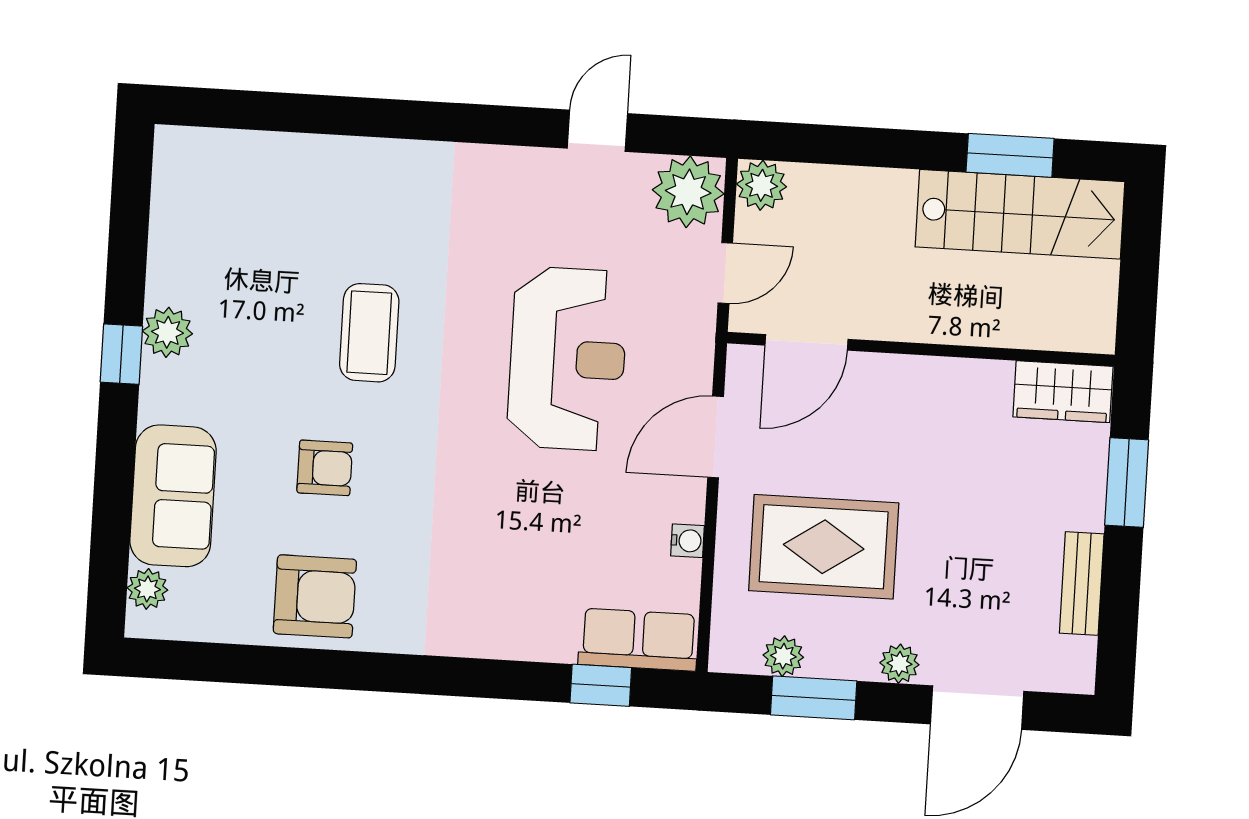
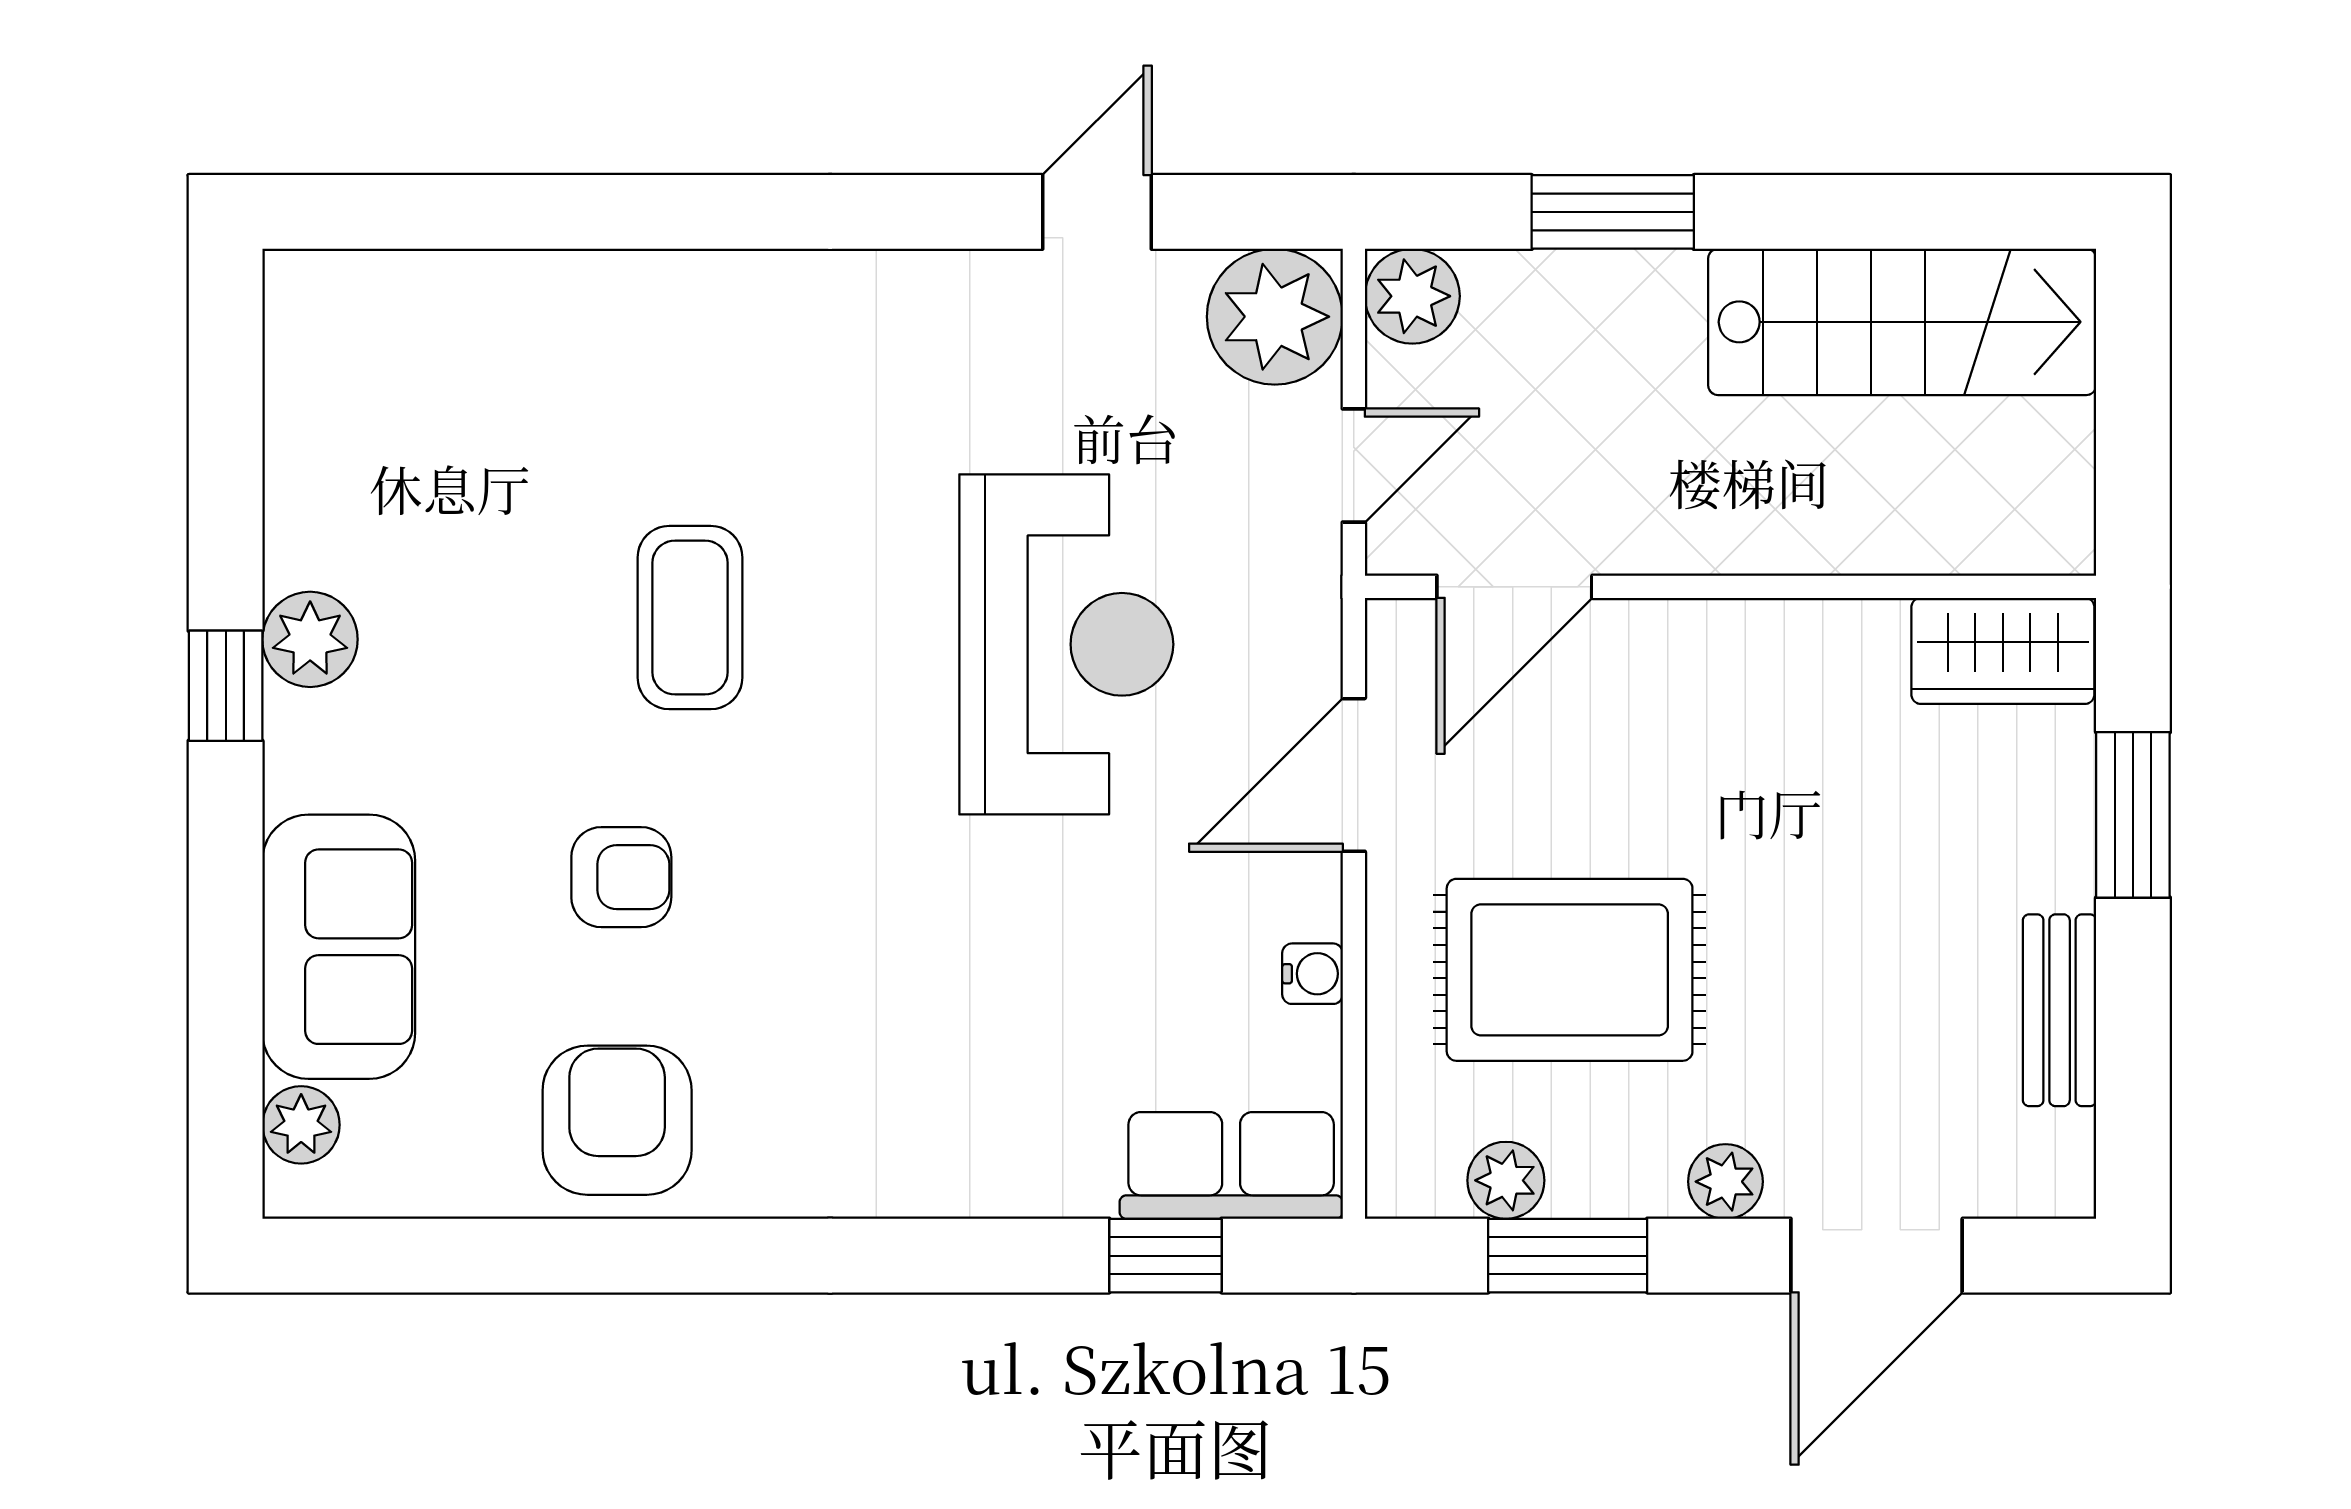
window: (1010, 155) -> (1613, 212), moved
armchair: (315, 596) -> (617, 1120), turned -90

